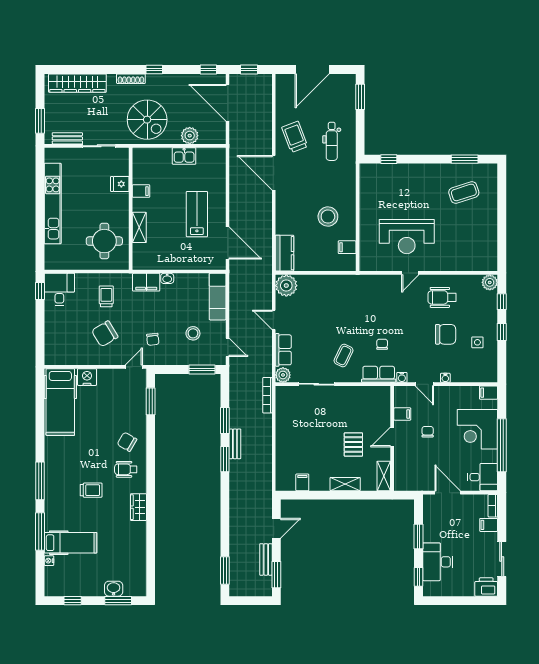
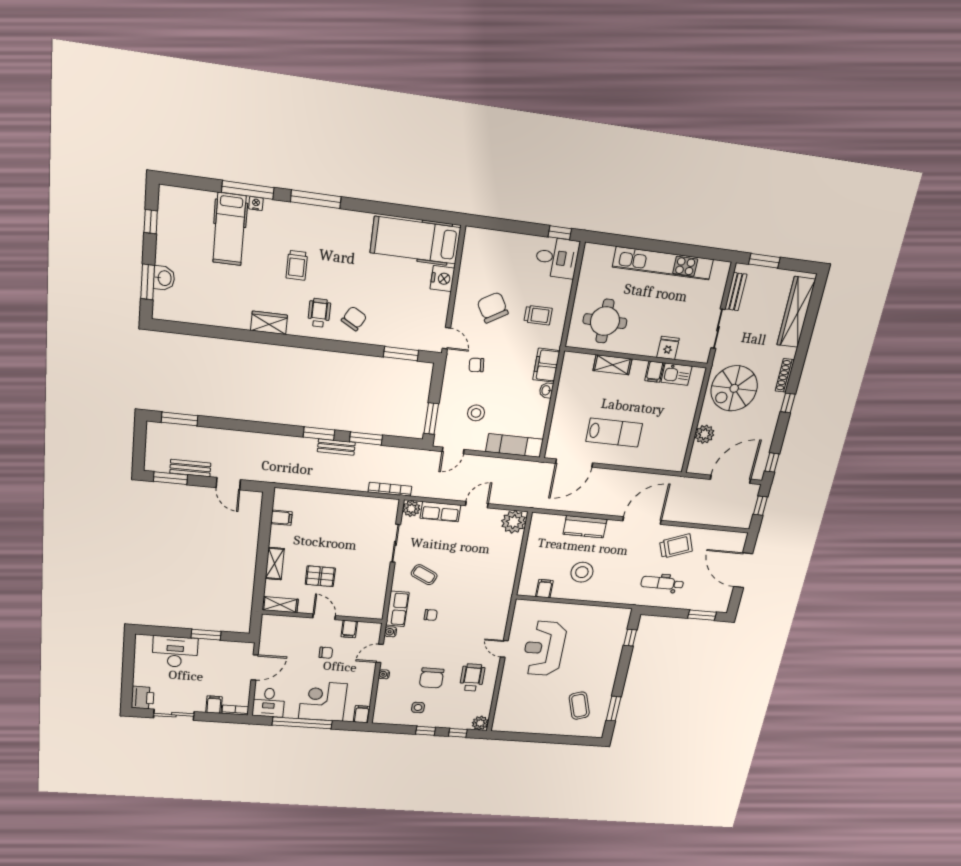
kitchen sink: (184, 156) -> (677, 374), moved, turned -90
kitchen counter: (285, 253) -> (585, 527), moved
nightstand: (49, 561) -> (256, 203), moved
window: (418, 577) -> (158, 631), removed

